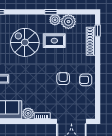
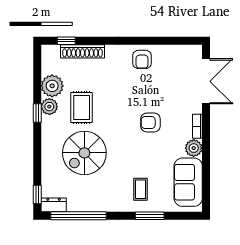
armchair: (63, 79) -> (150, 122), moved

